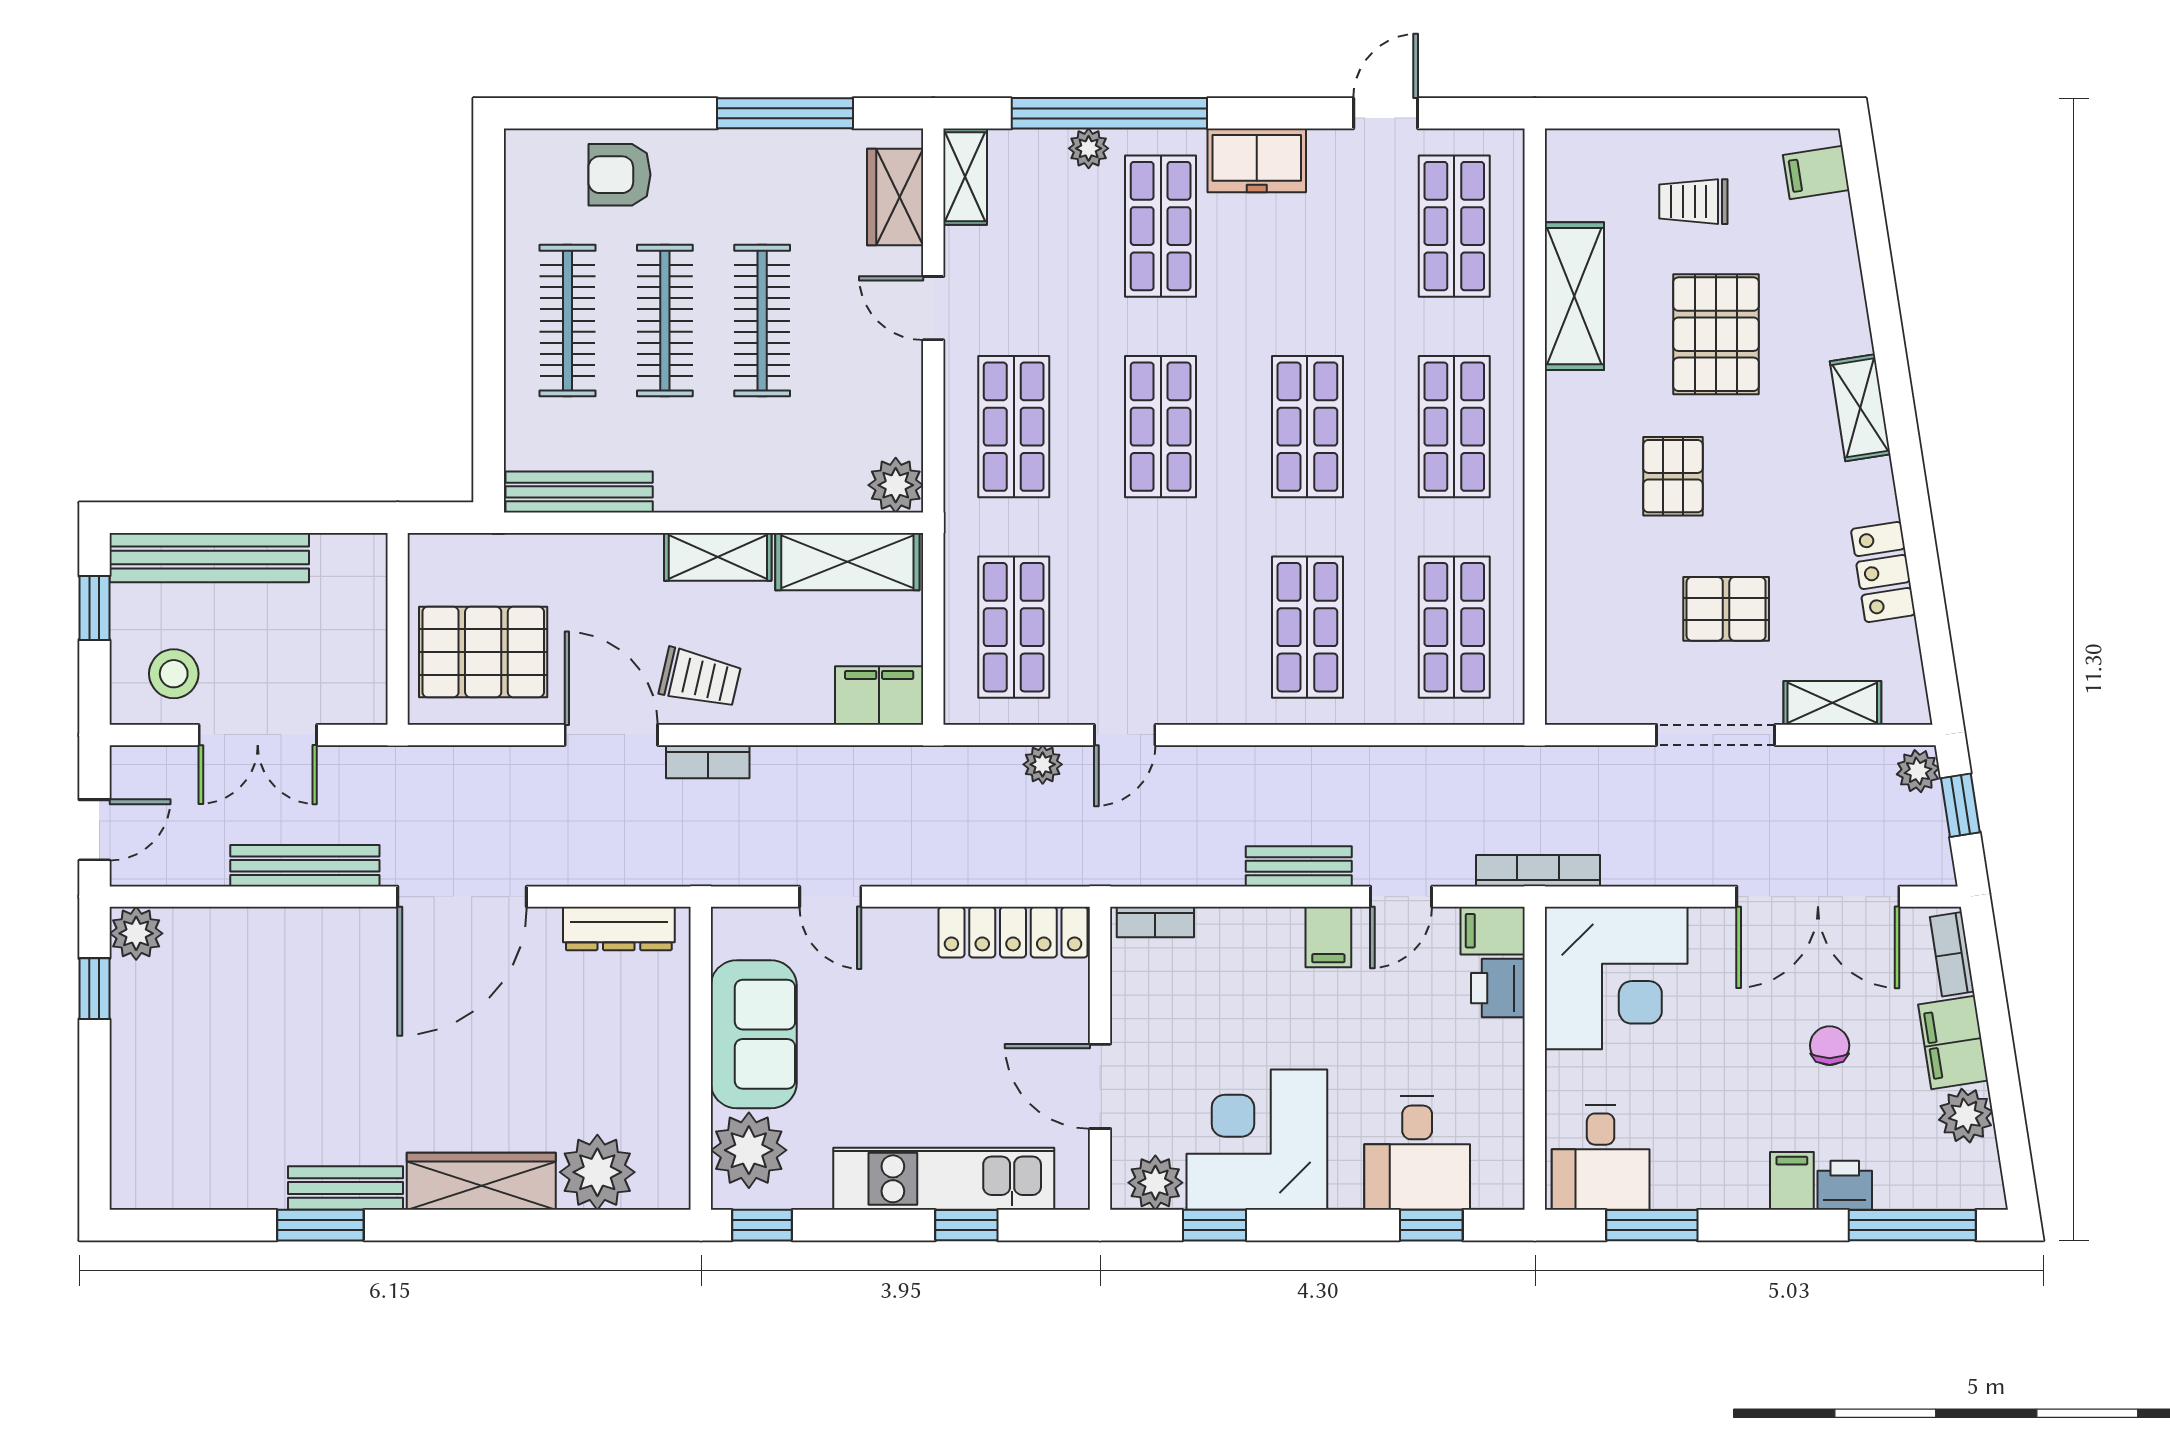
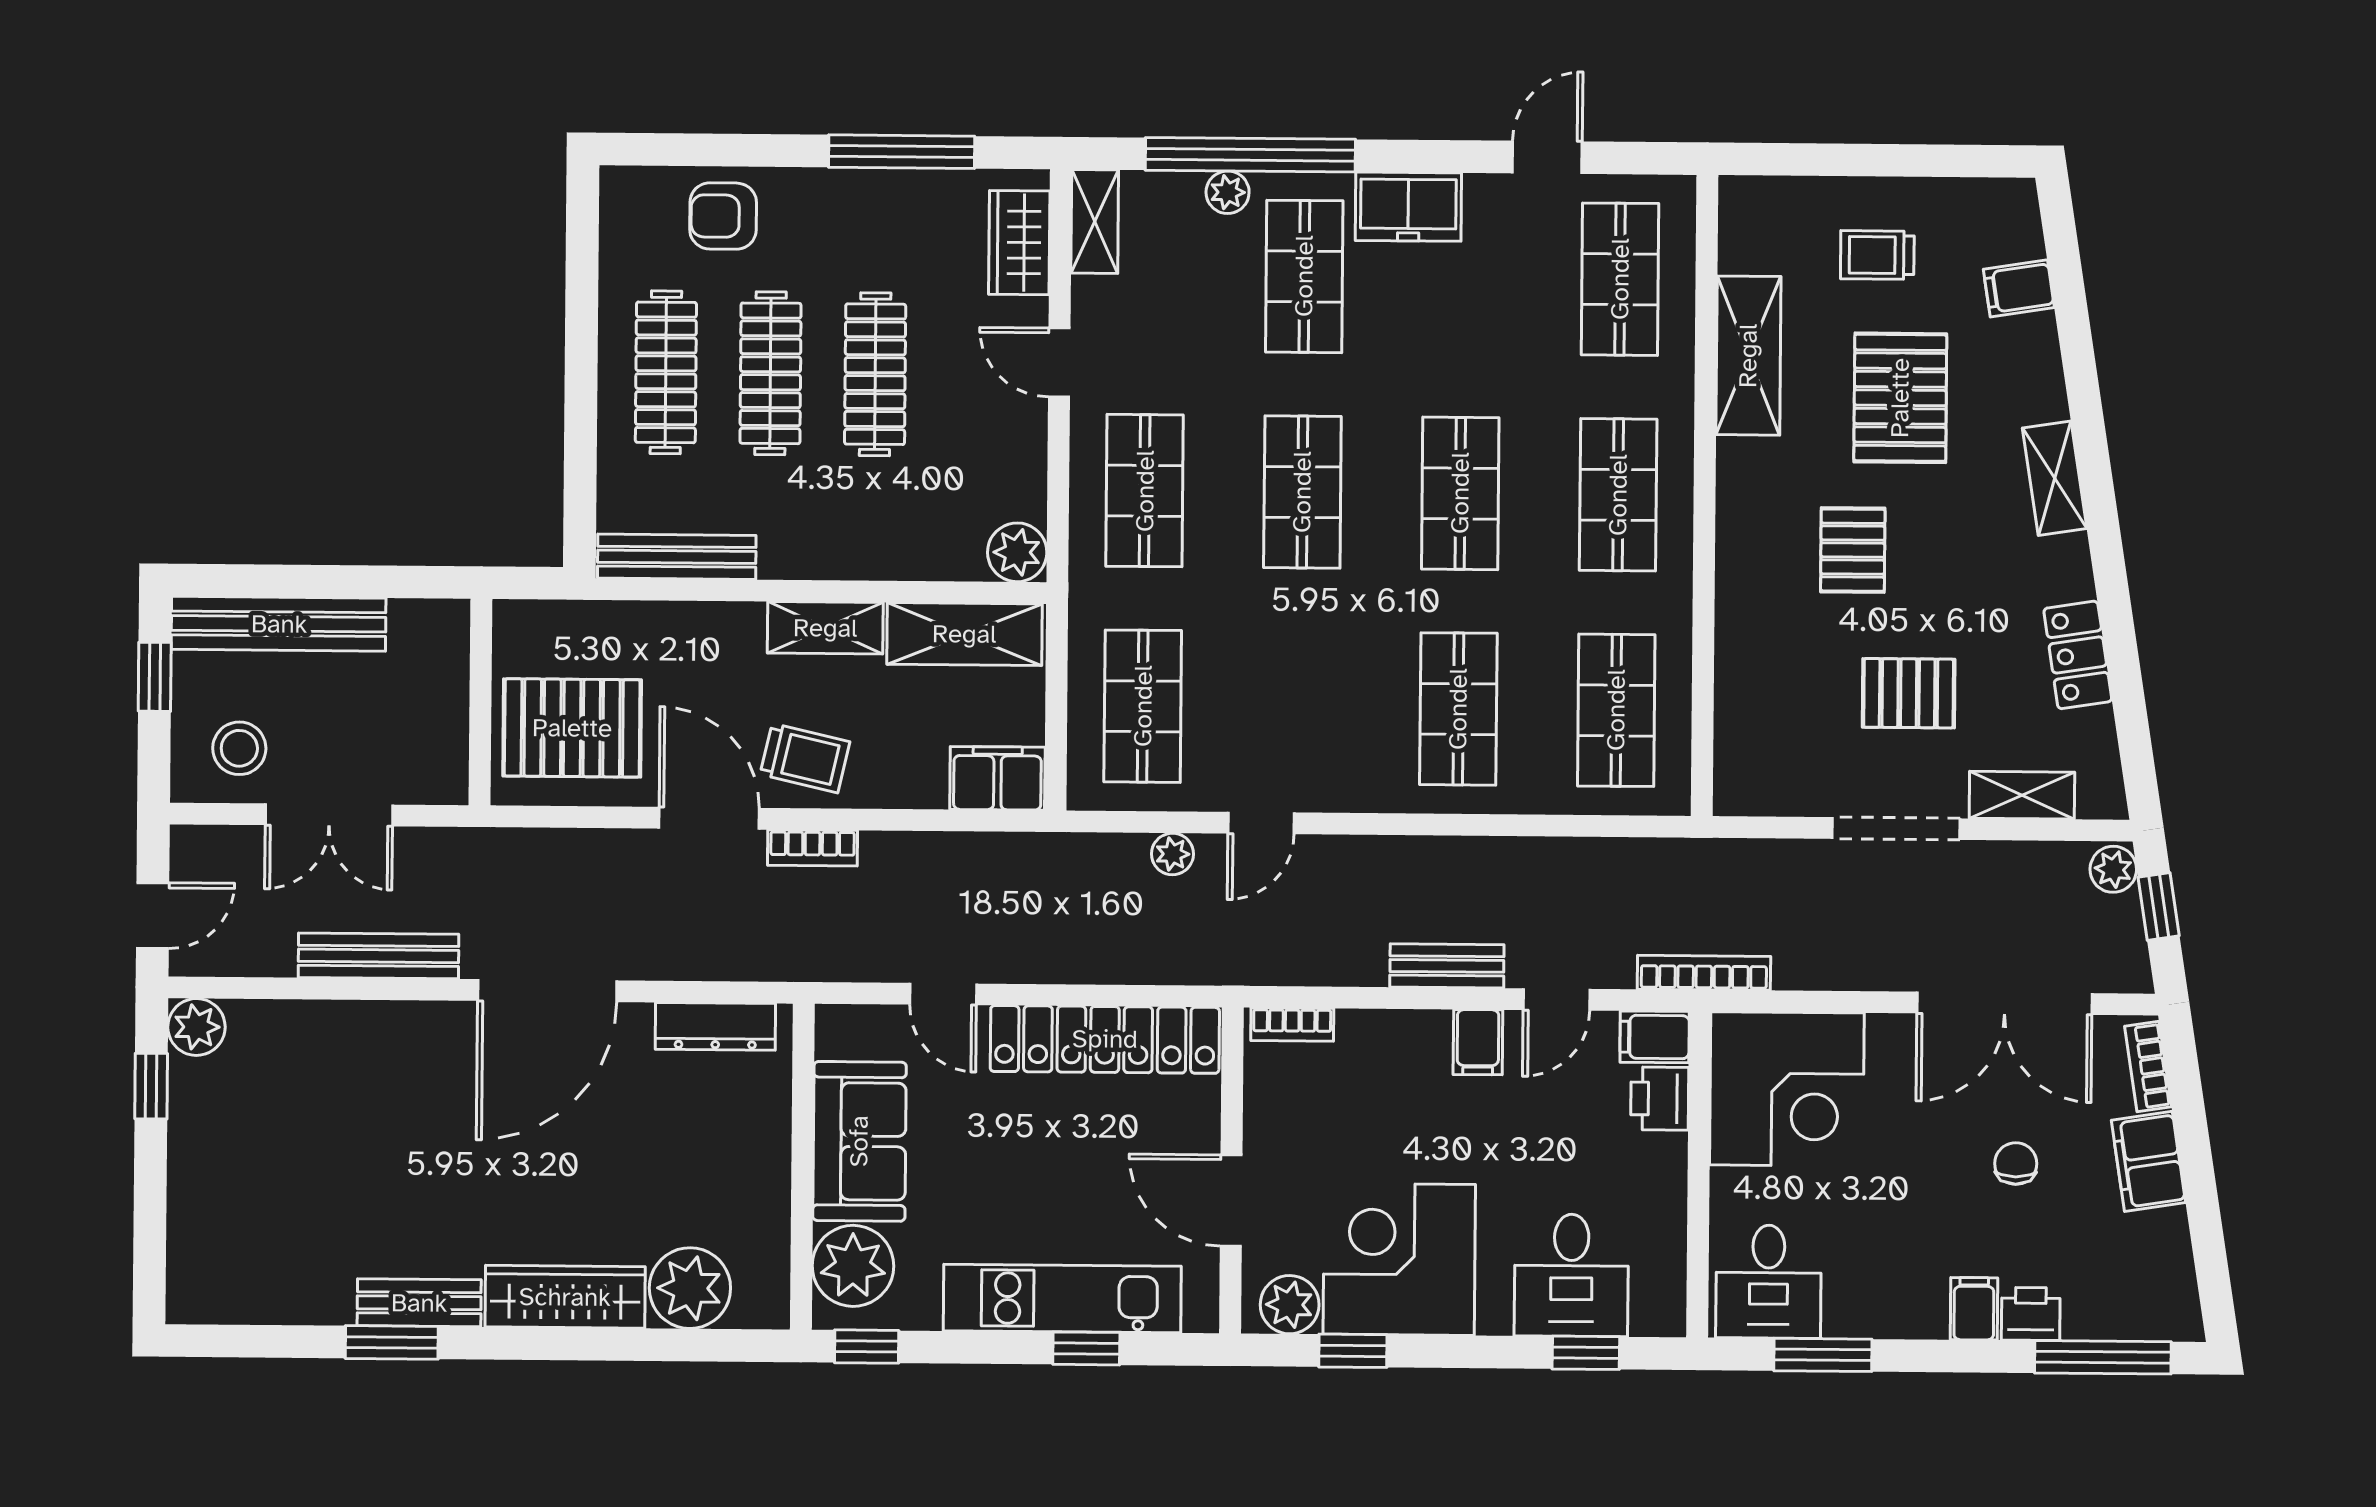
filing cabinet: (1816, 172) -> (2019, 288), moved
locker: (1013, 932) -> (1105, 1039), width x1.41, depth x1.21
plant: (1966, 1116) -> (2161, 1240), removed

